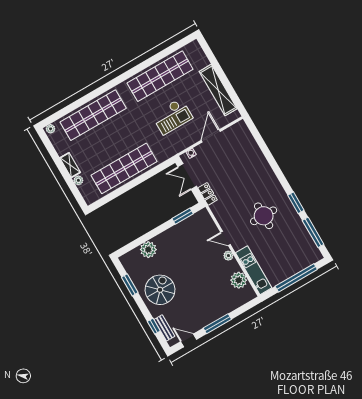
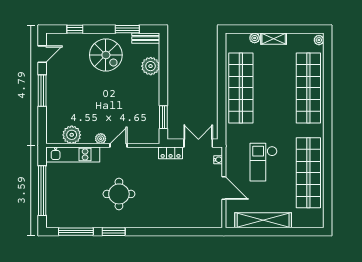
bench: (164, 328) -> (146, 38), moved

